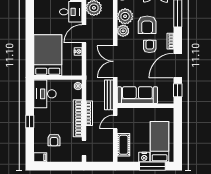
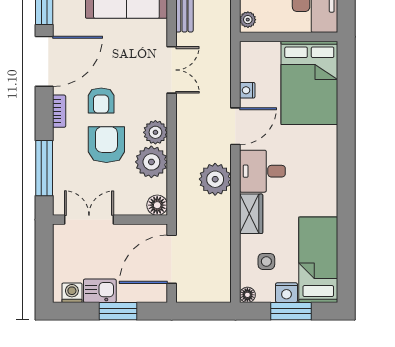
double door: (115, 61) -> (172, 70), width x0.73

